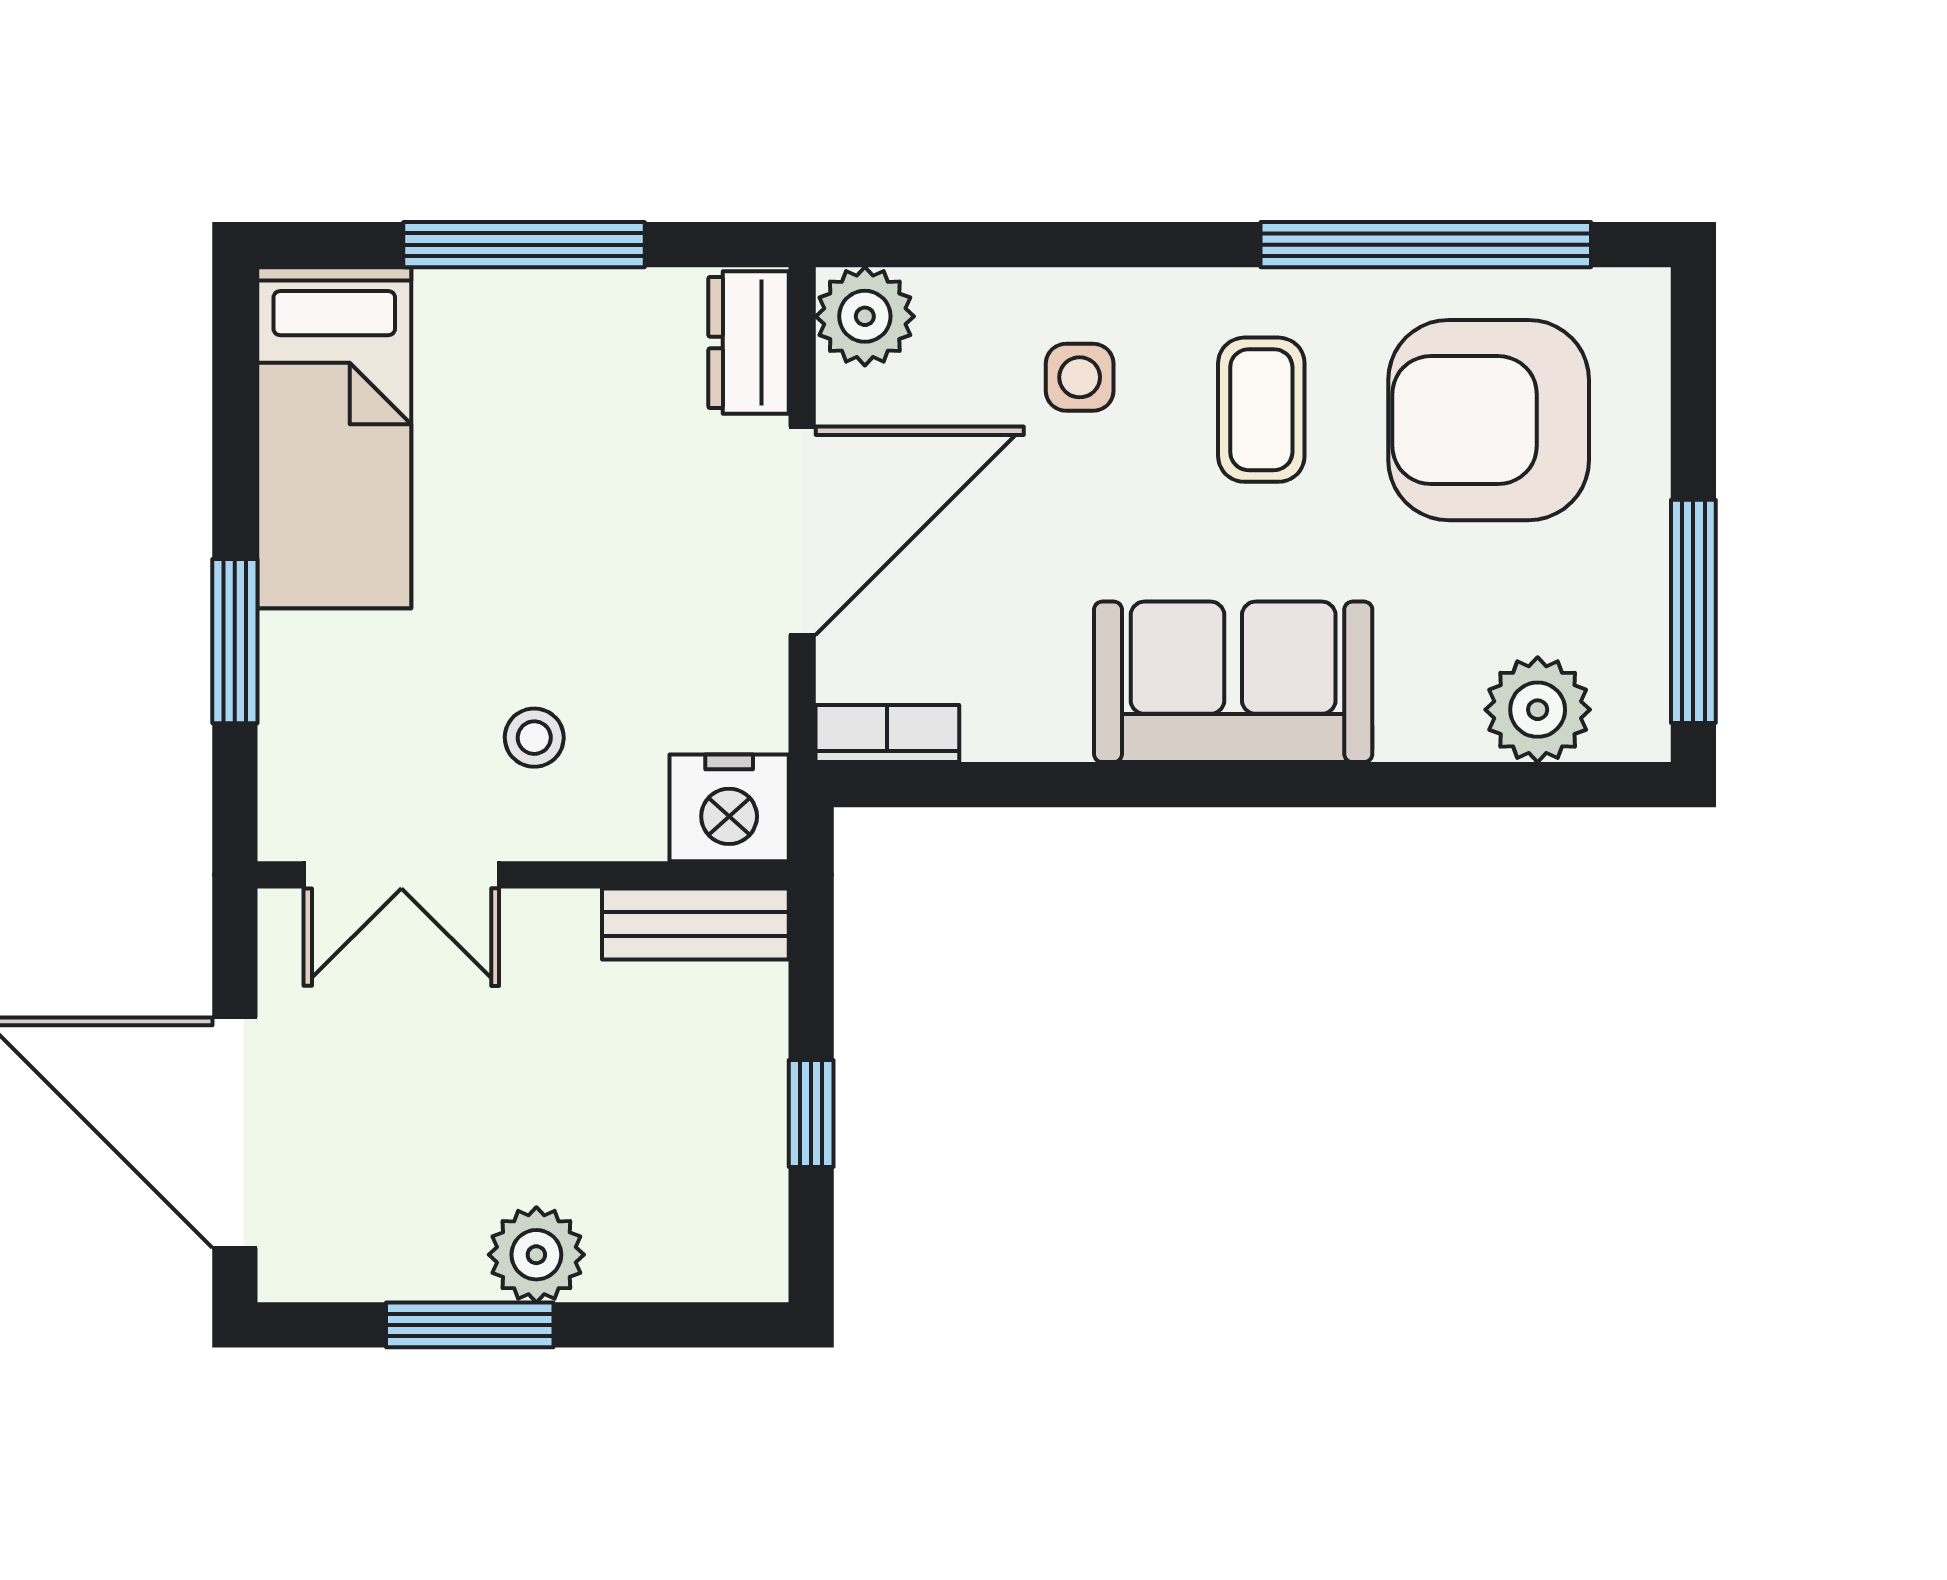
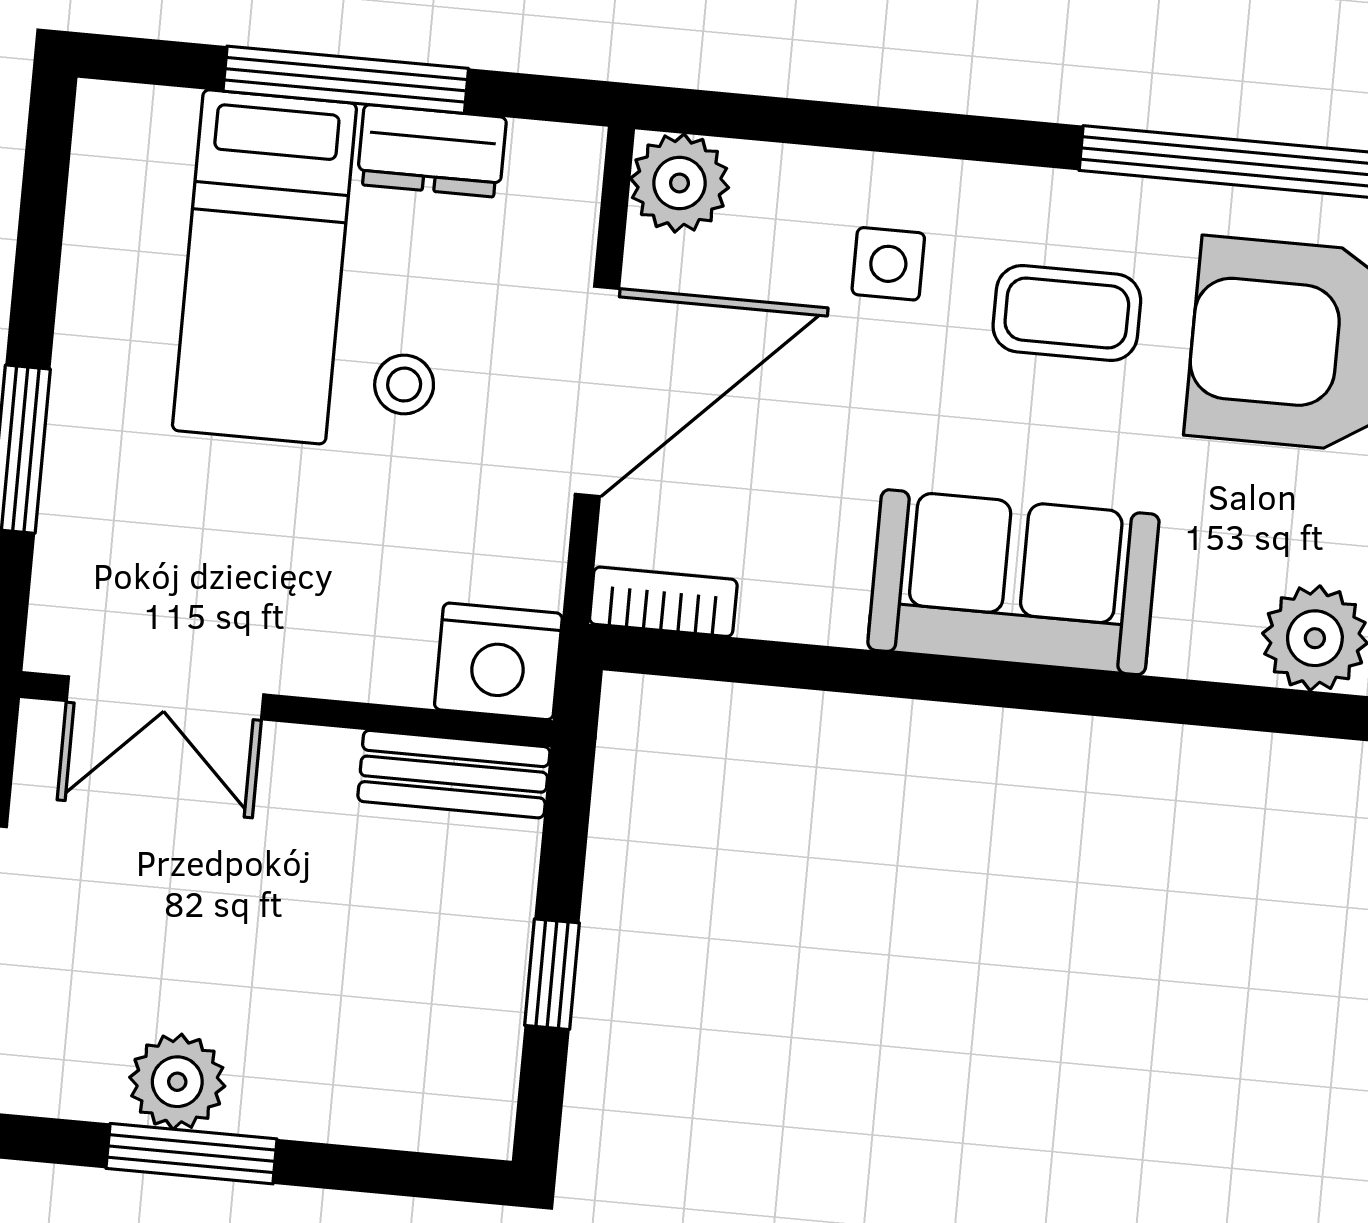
dresser: (748, 343) -> (432, 151), moved, turned -90
coffee table: (1261, 410) -> (1067, 313), turned 90
bed: (334, 438) -> (264, 267), moved
stool: (534, 738) -> (404, 385), moved
plant: (536, 1255) -> (177, 1082), moved

